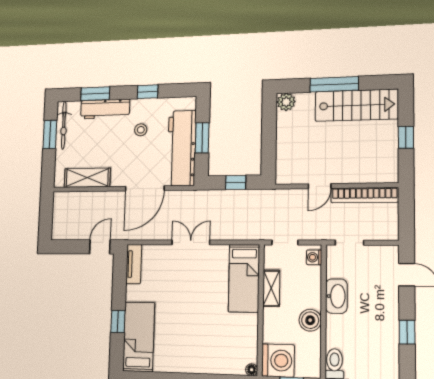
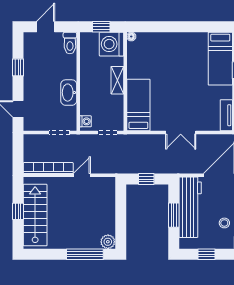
window: (334, 84) -> (85, 254), moved
window: (148, 92) -> (206, 254), moved
stairs: (356, 105) -> (35, 215), moved, turned 90
shelving: (271, 288) -> (117, 80), moved
boiler: (310, 320) -> (88, 74), removed

